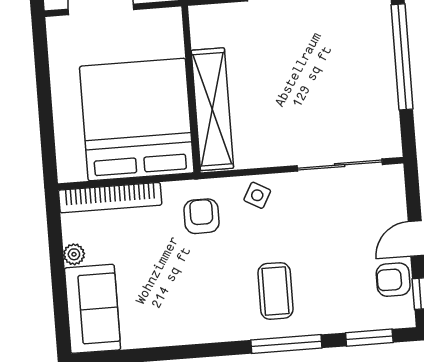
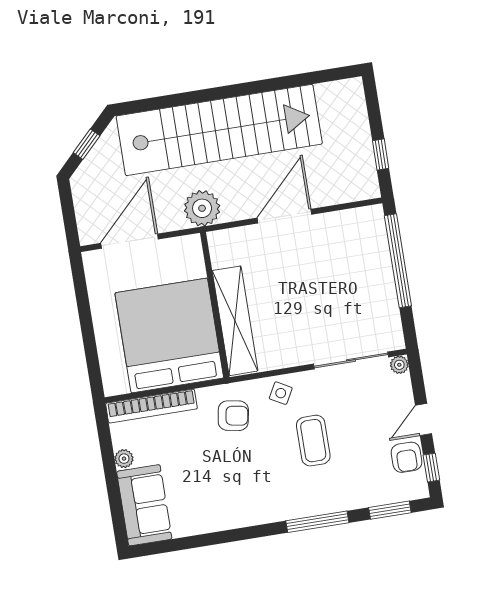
plant: (394, 174) -> (399, 365), added
armchair: (202, 216) -> (233, 416), turned 100
armchair: (393, 280) -> (407, 457), turned -90
coffee table: (275, 291) -> (313, 441), moved

